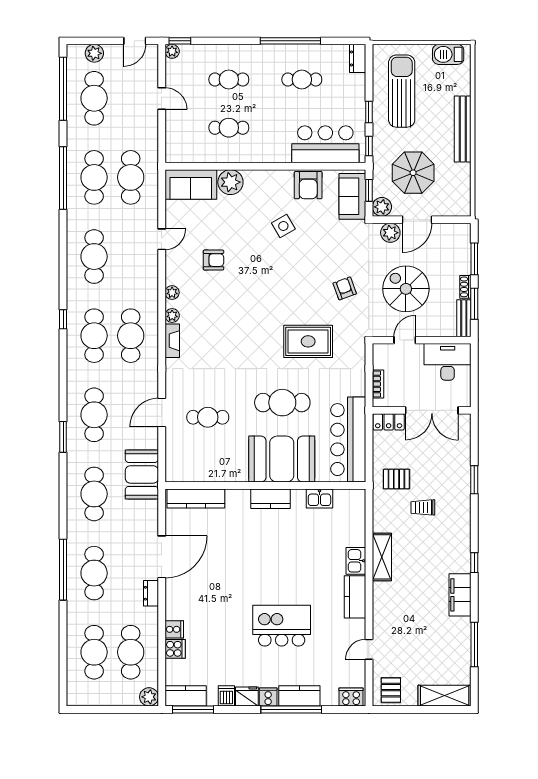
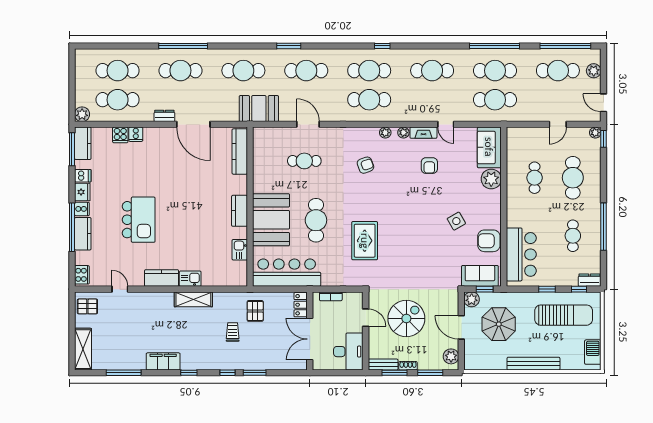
cafe table: (229, 80) -> (573, 178), width x1.37, depth x1.35
window: (369, 146) -> (579, 289), moved
plant: (390, 233) -> (451, 356), moved
armchair: (345, 288) -> (365, 165), moved
fireplace: (172, 341) -> (423, 133), moved
cafe table: (208, 417) -> (304, 161), turned 90
window: (474, 514) -> (227, 373), added

